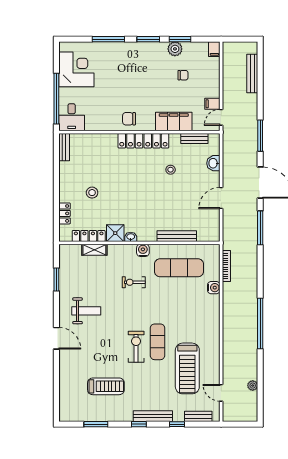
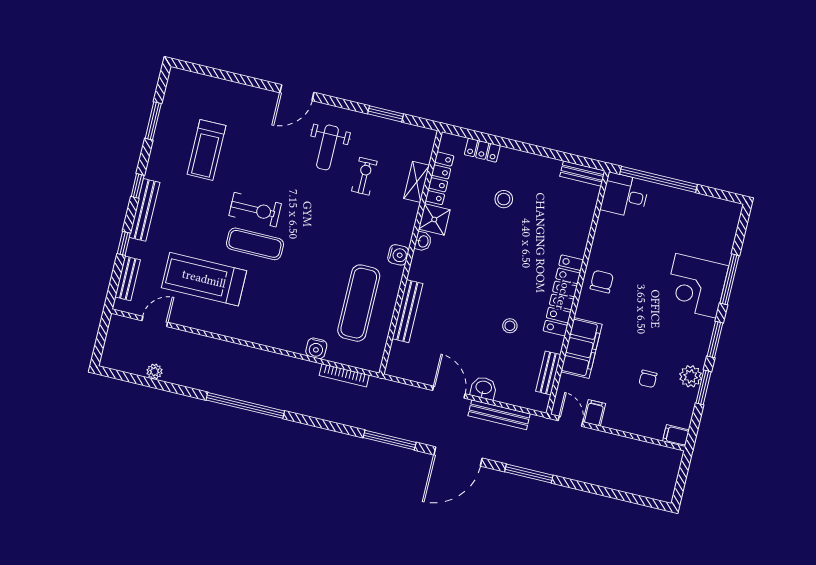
corner desk: (76, 69) -> (696, 286), moved, turned 90
bench: (252, 73) -> (499, 415), moved
washbasin: (213, 163) -> (484, 388), moved
exercise bike: (134, 282) -> (364, 176), moved

